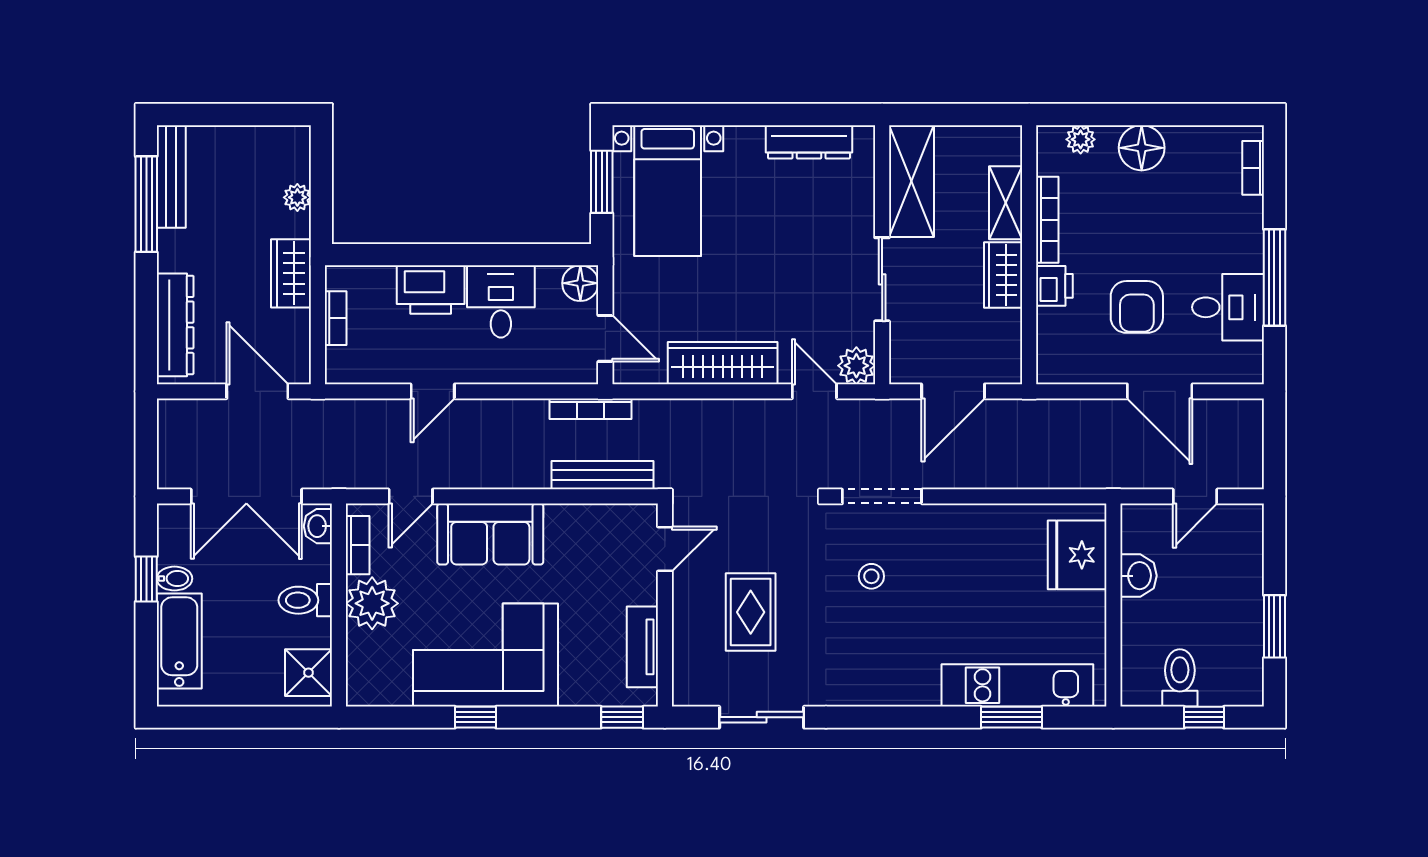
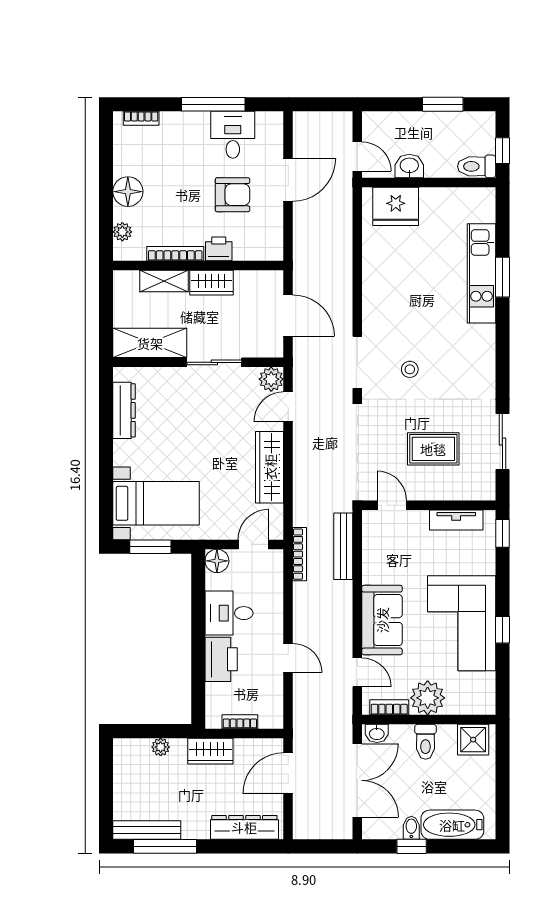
fridge: (1077, 555) -> (396, 206), moved
washbasin: (1138, 576) -> (409, 166), moved
wall: (1113, 605) -> (429, 183), moved

